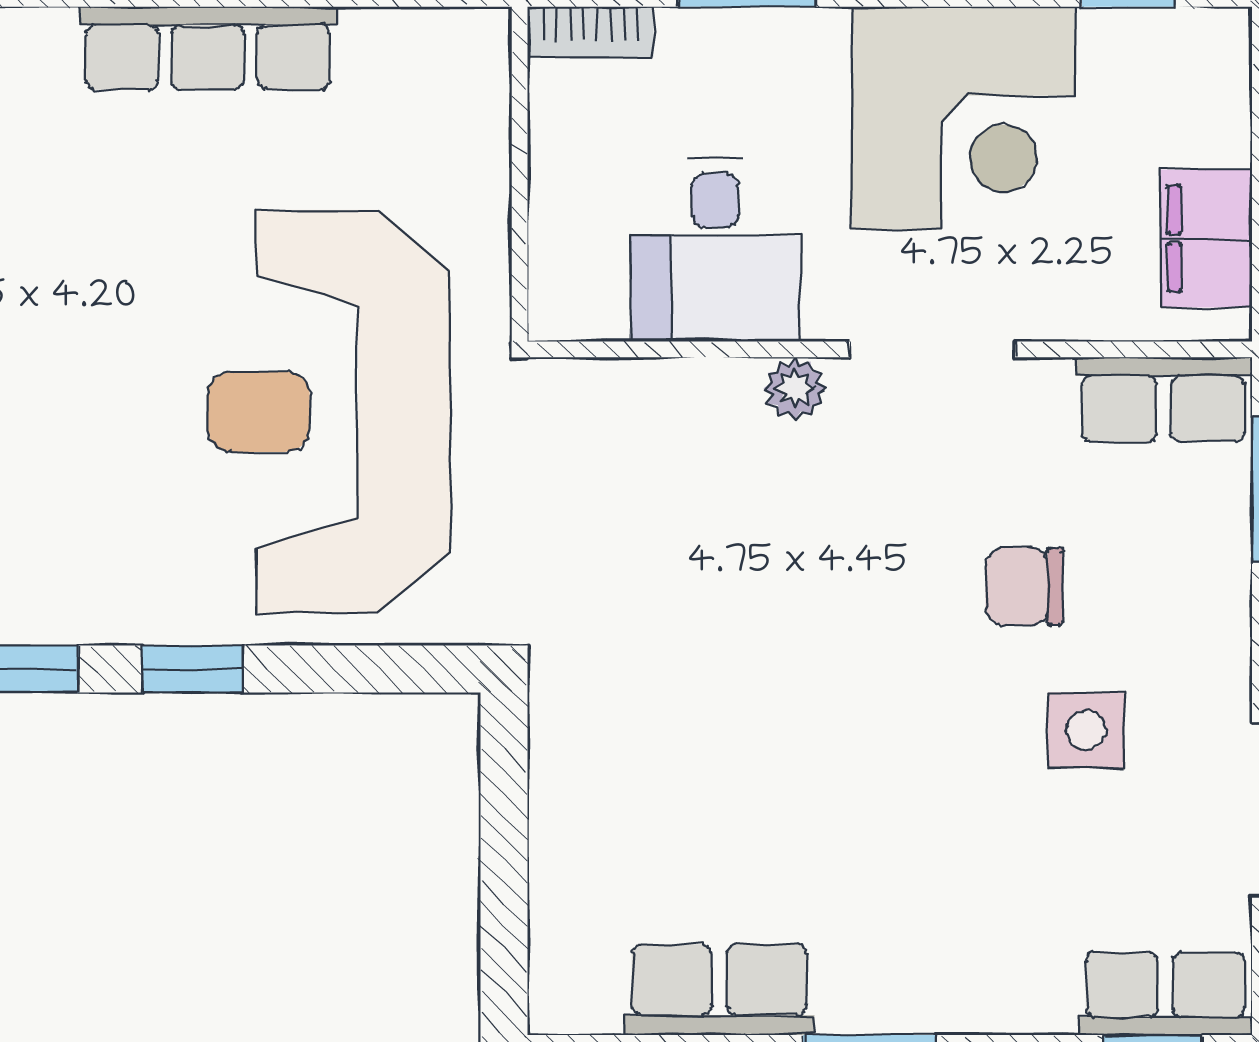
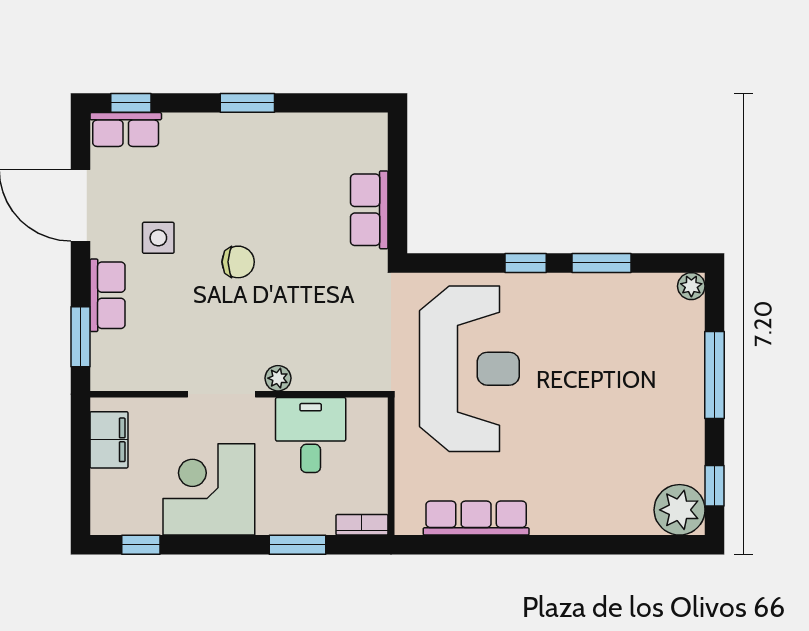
row of seats: (208, 48) -> (476, 518), moved
row of seats: (1164, 399) -> (107, 295), moved, turned 90
chair: (1024, 586) -> (238, 262), moved
row of seats: (719, 990) -> (369, 210), moved, turned 90

